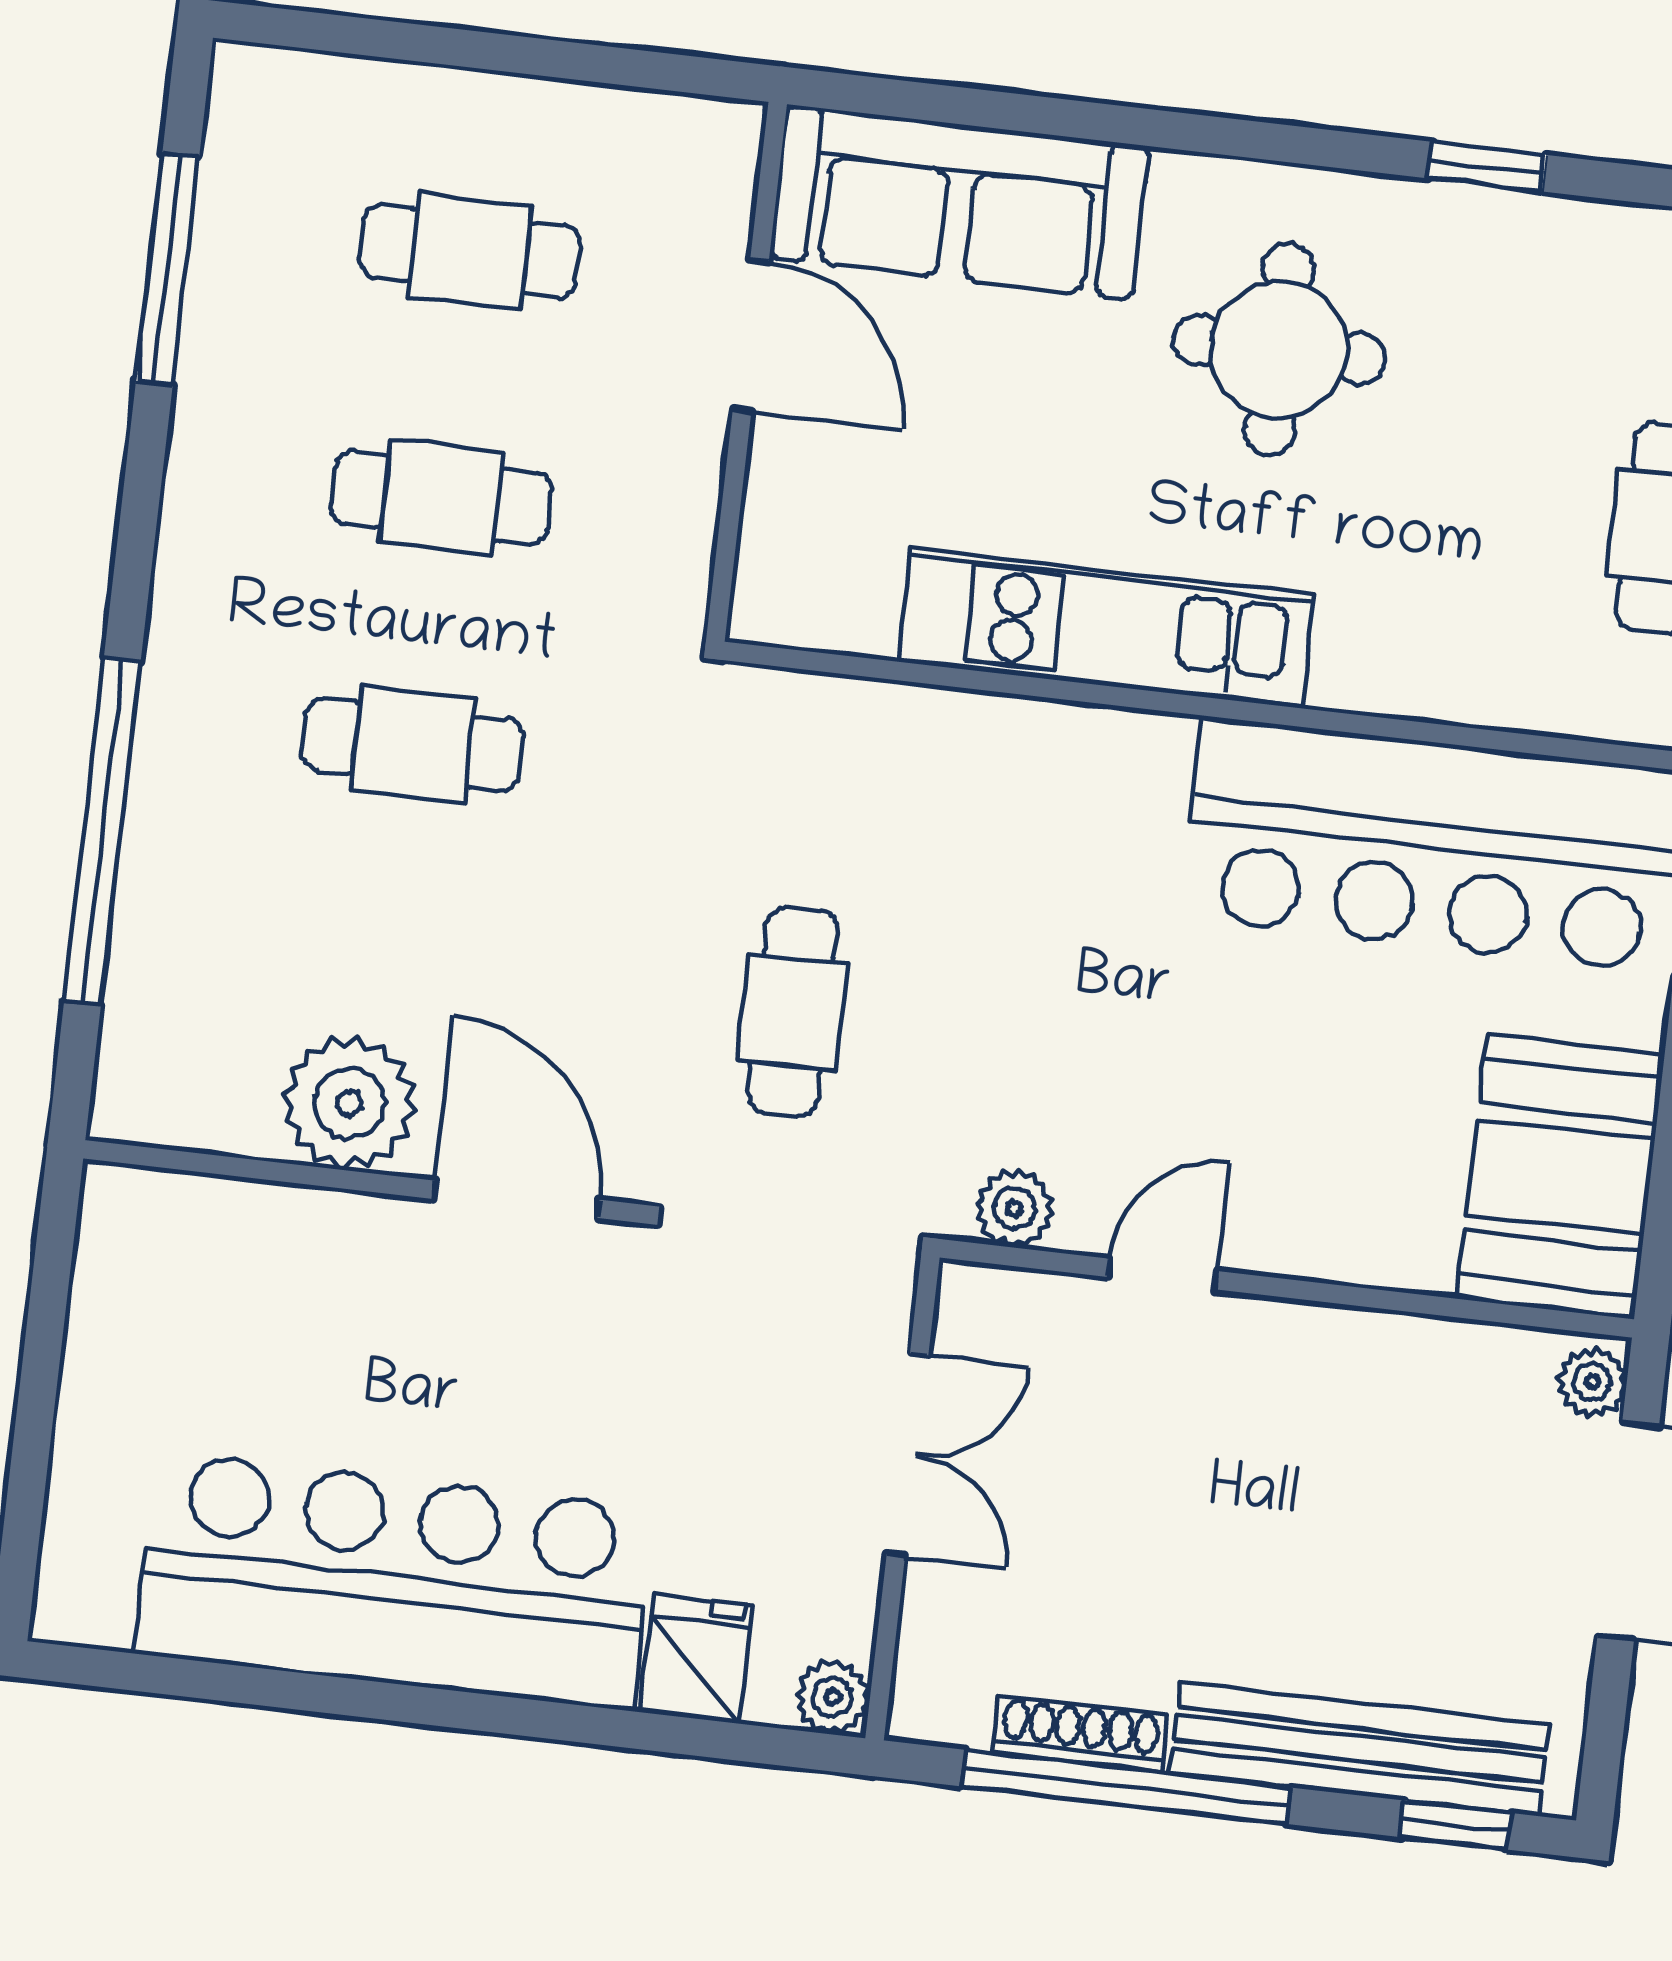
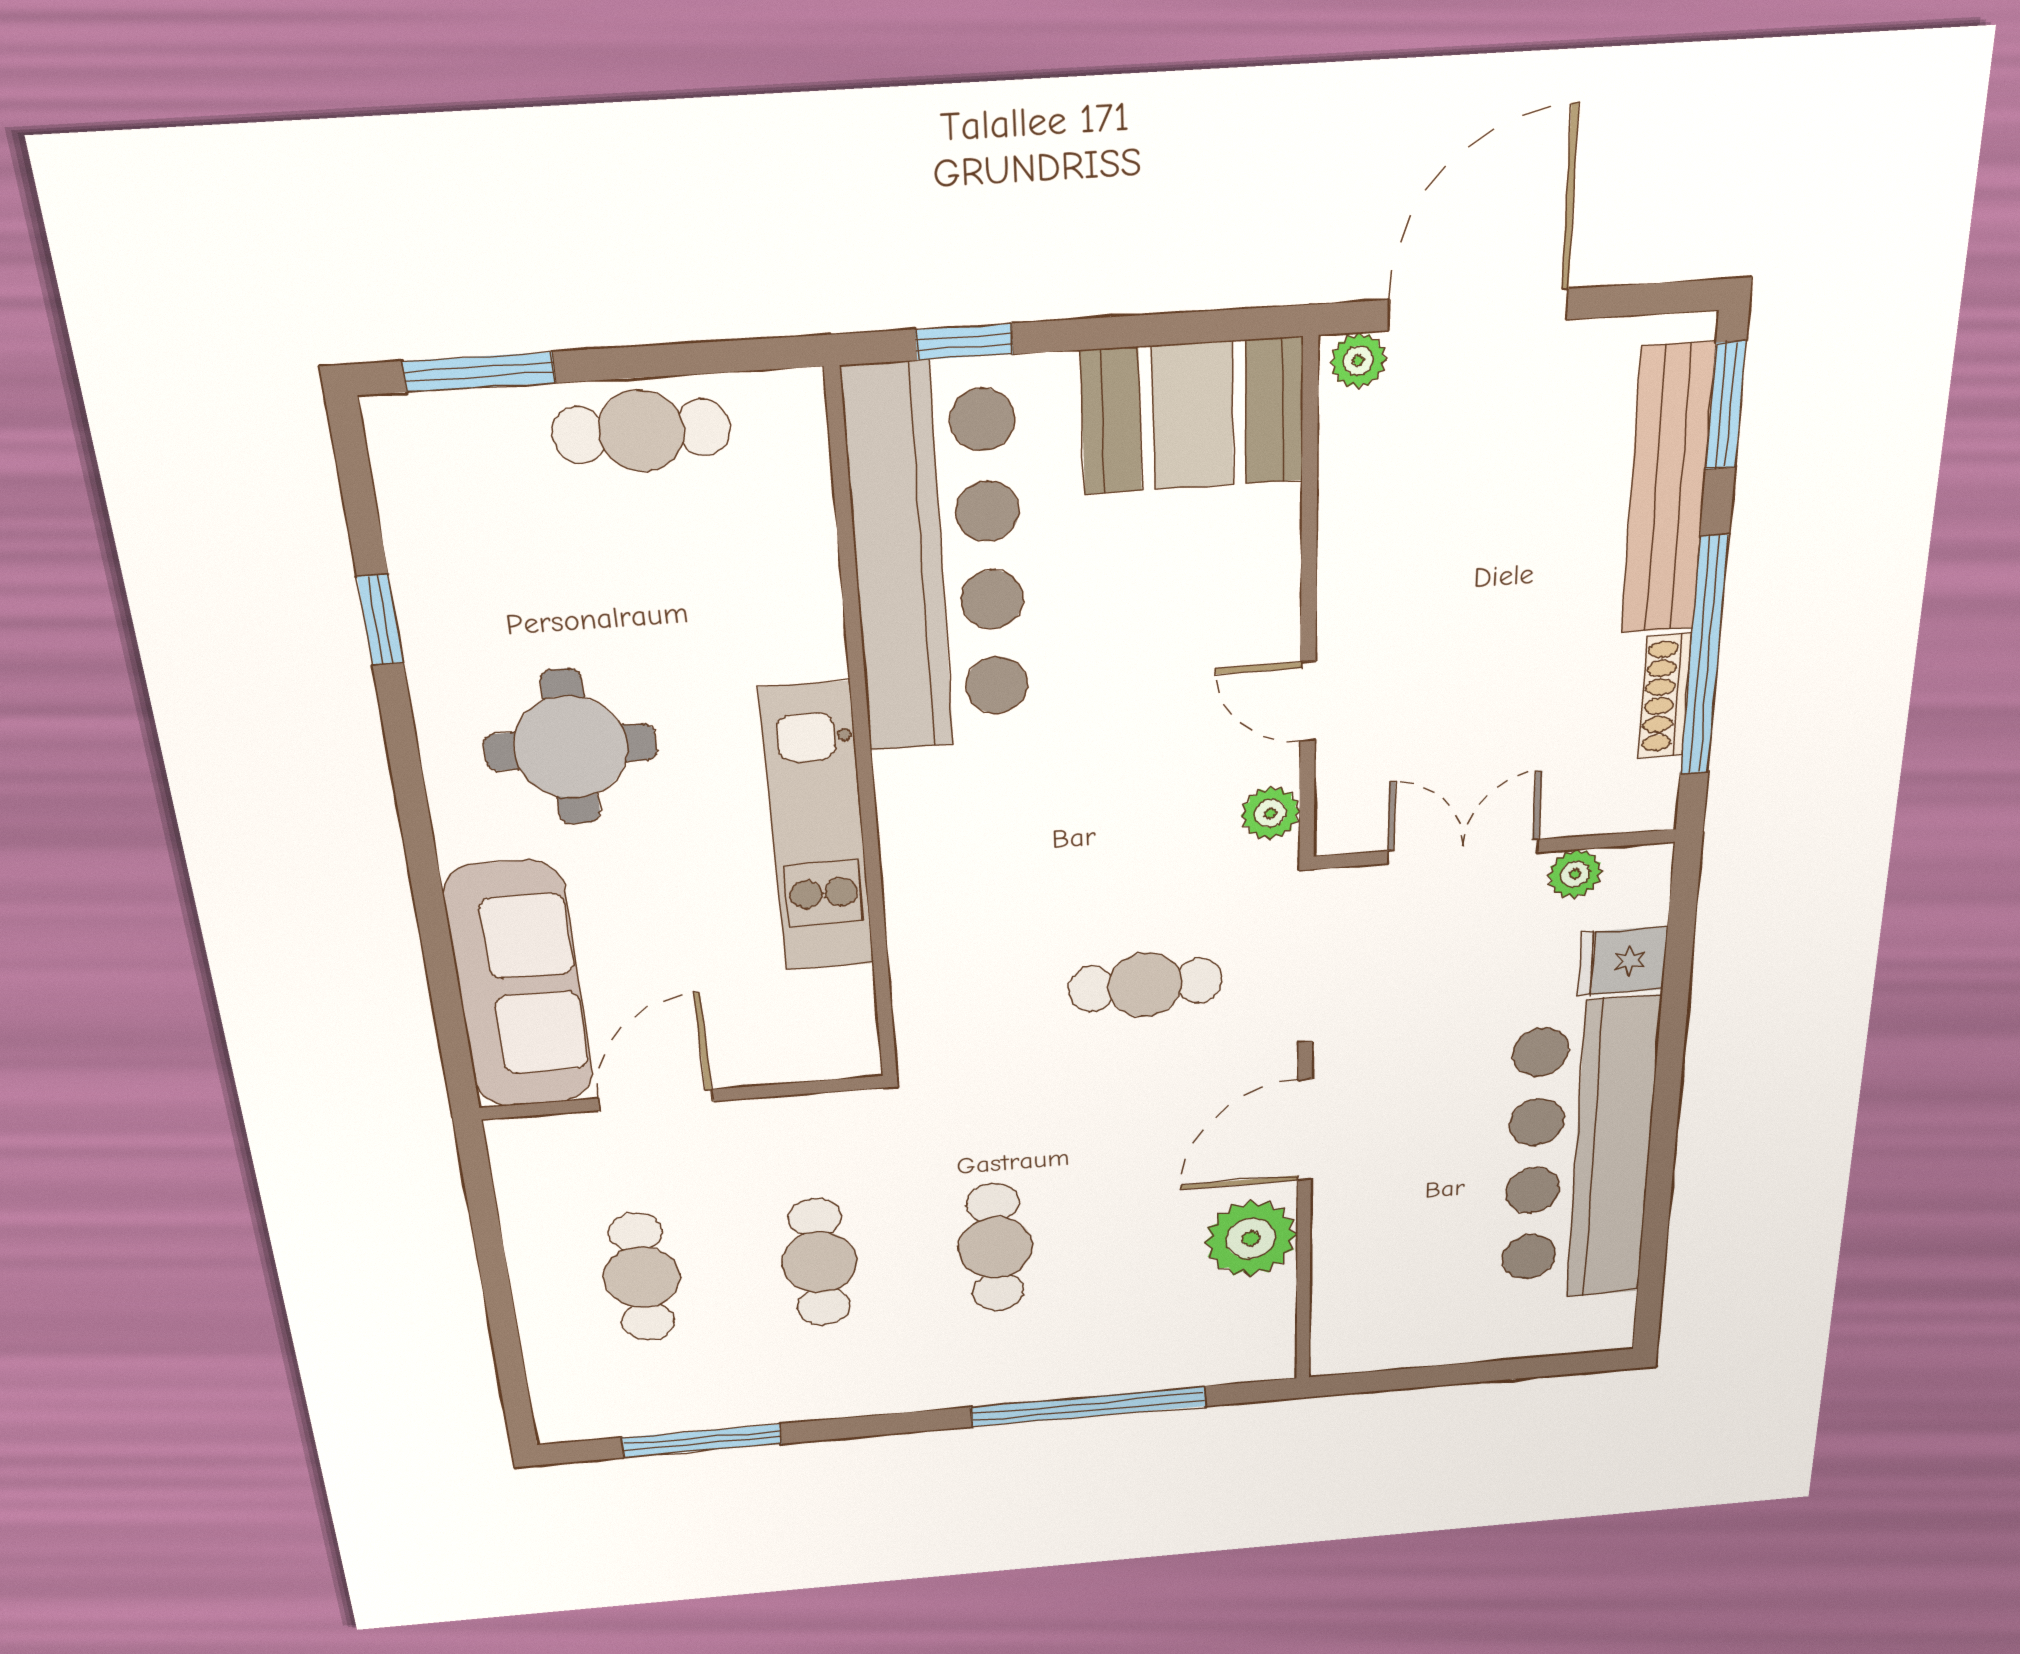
plant: (833, 1697) -> (1575, 874), moved
window: (1455, 1825) -> (1726, 406), width x1.50

